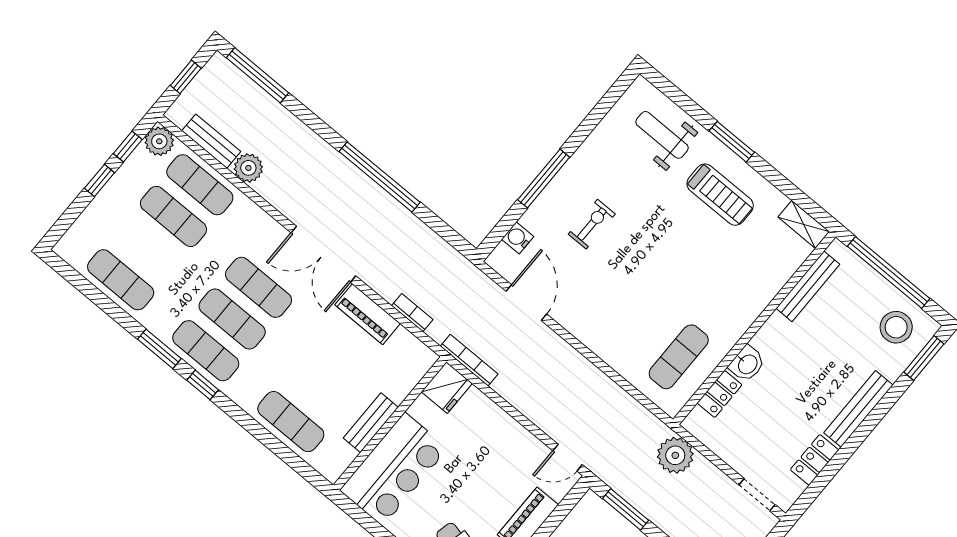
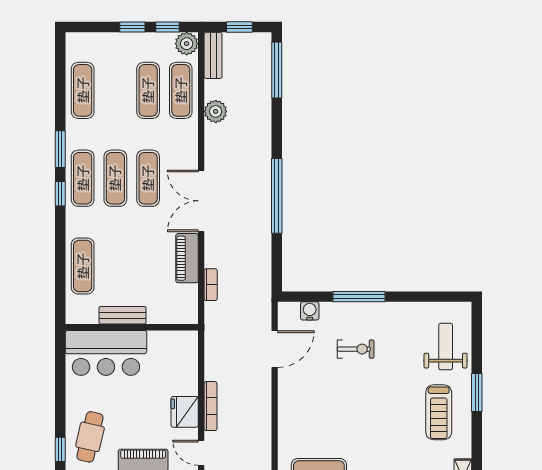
bench: (211, 141) -> (213, 55), moved
bookcase: (469, 360) -> (210, 406), moved
fridge: (447, 388) -> (185, 412), moved, turned 90

